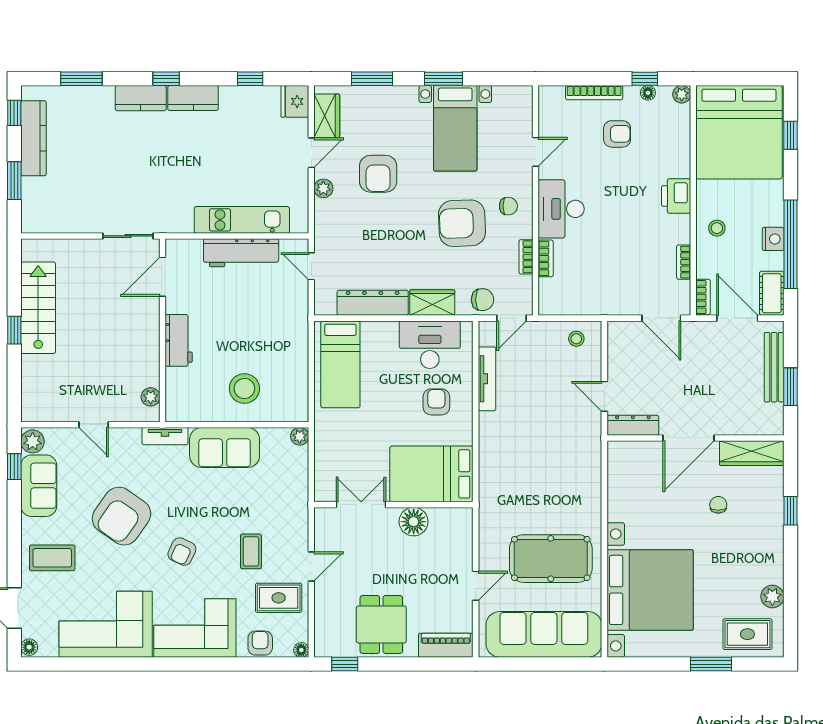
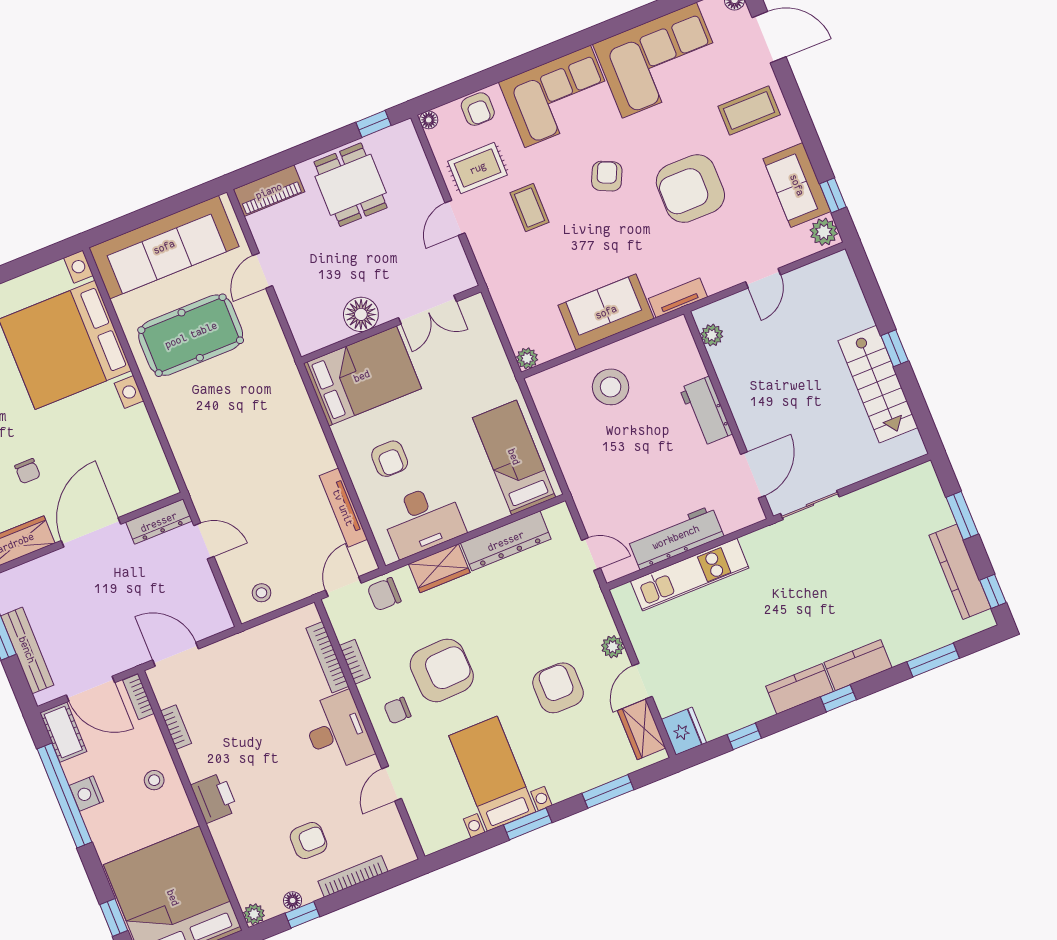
armchair: (617, 134) -> (308, 841), turned 180
bookcase: (546, 258) -> (327, 657), width x1.56
door: (94, 425) -> (763, 278), swing flipped
armchair: (122, 516) -> (690, 189), turned -125

